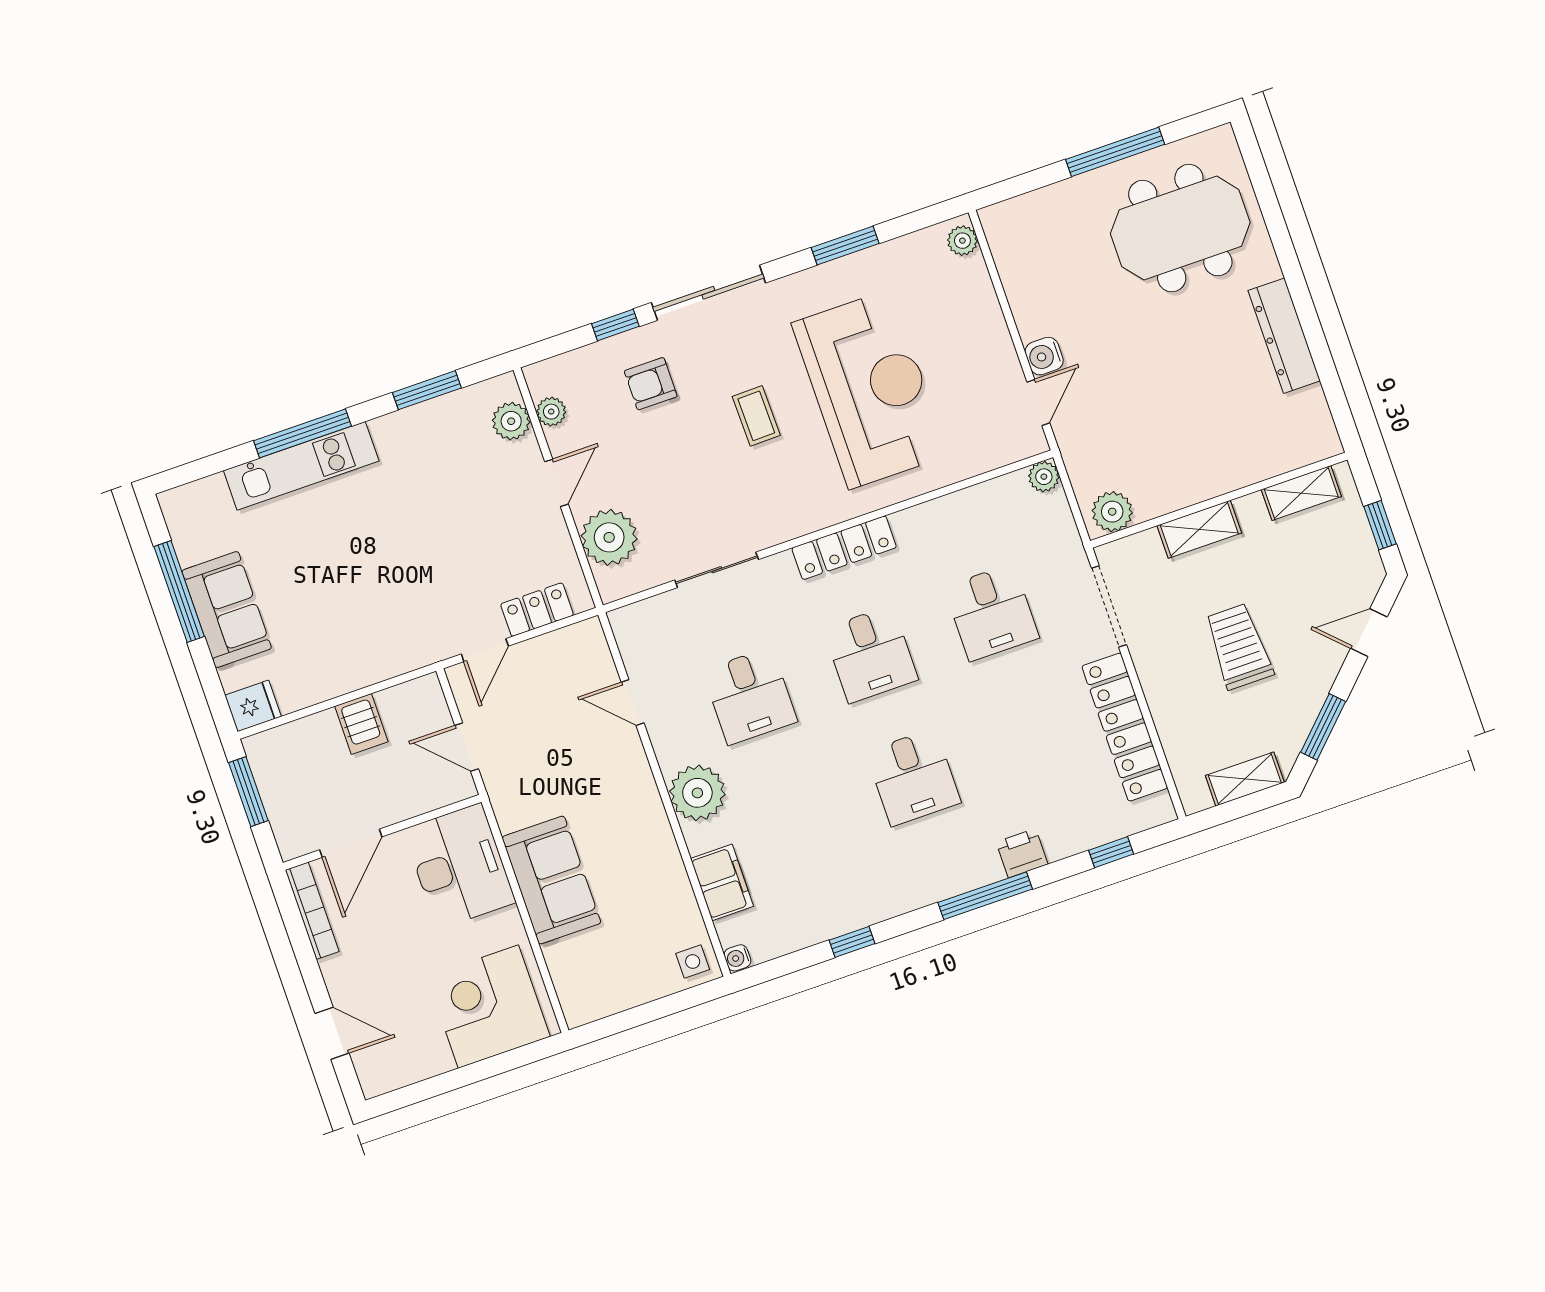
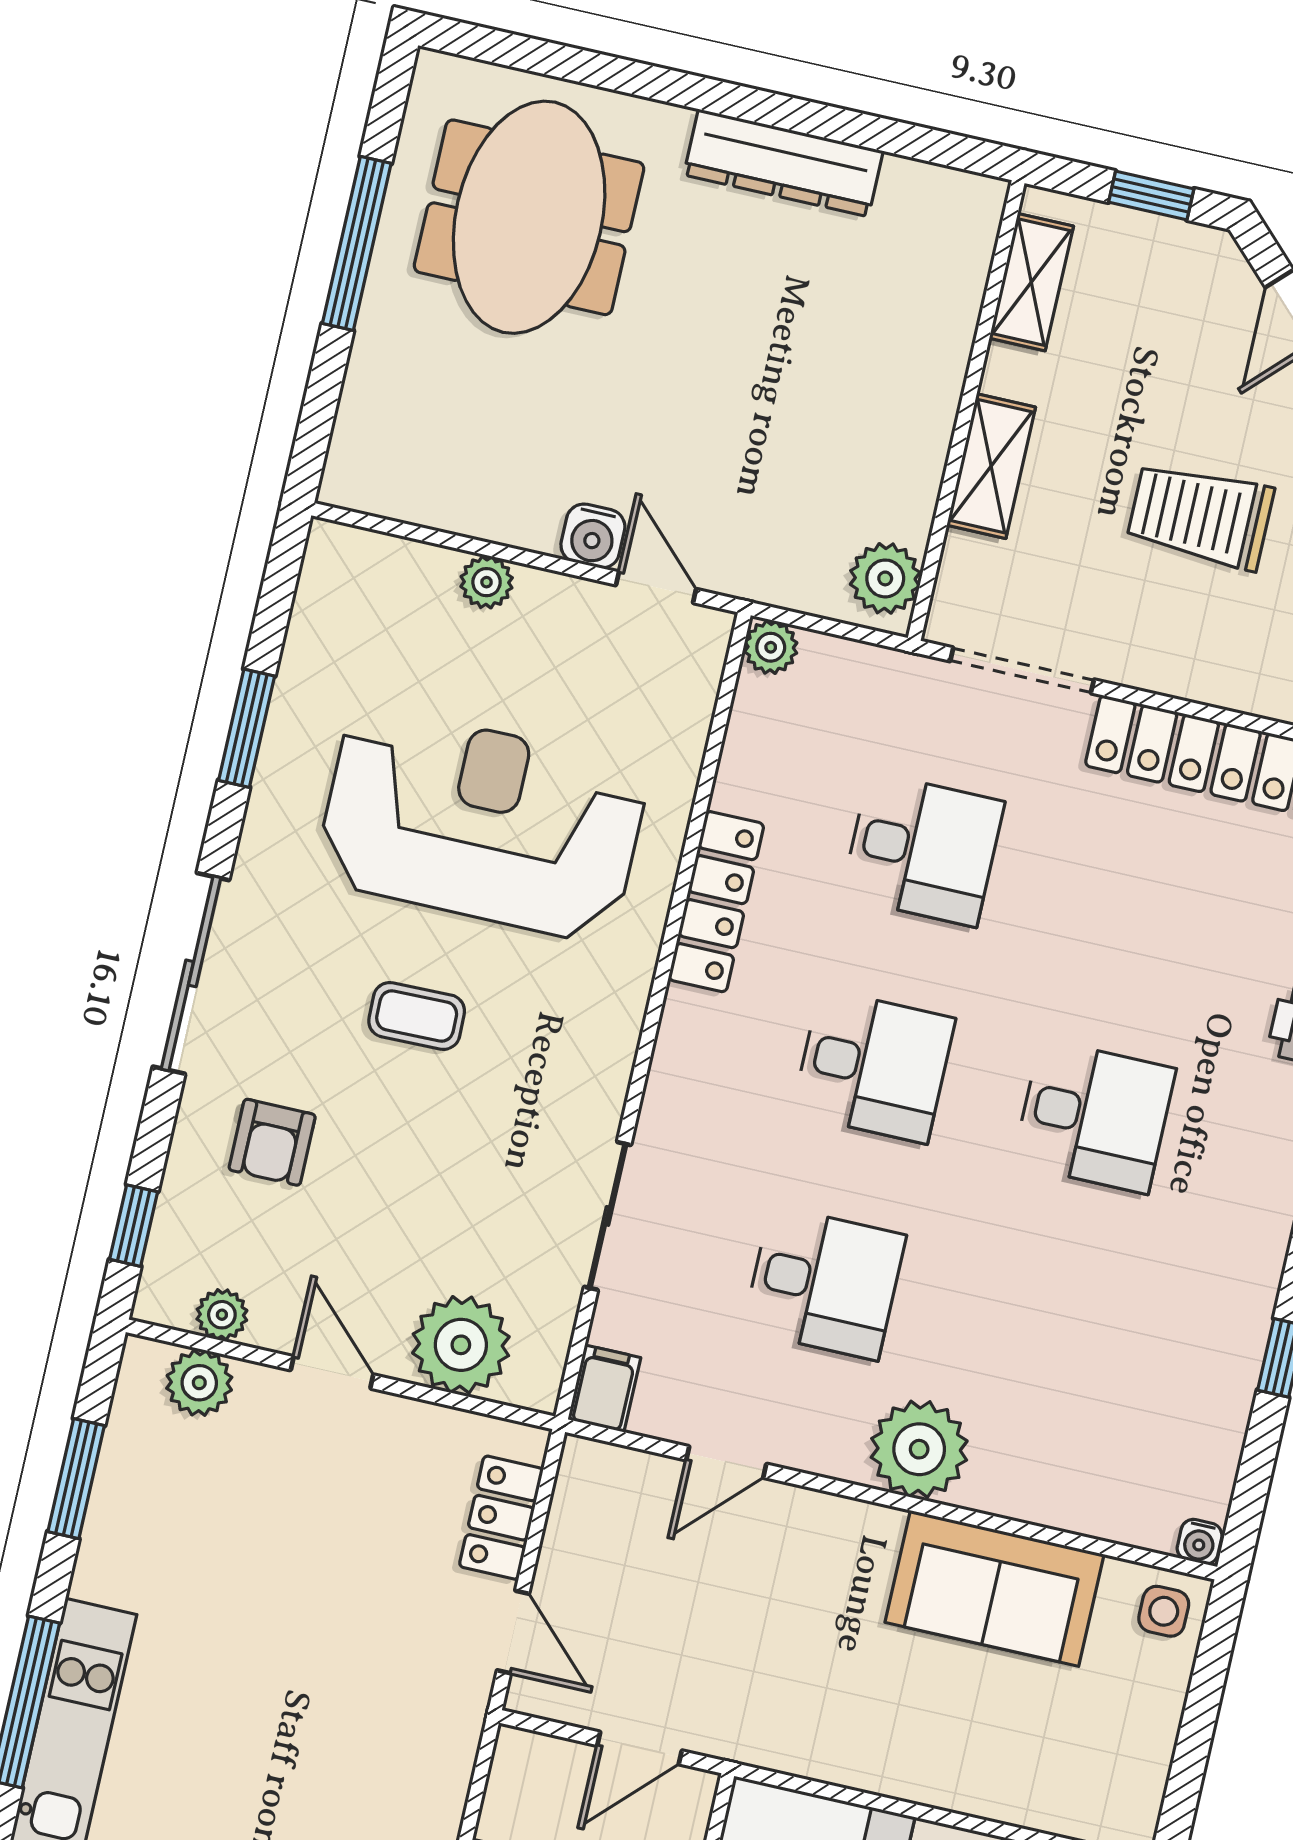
plant: (962, 241) -> (487, 582), moved
window: (615, 325) -> (134, 1226), moved
locker: (844, 548) -> (716, 902), moved
sofa: (551, 880) -> (994, 1588), moved, turned 180
filing cabinet: (722, 882) -> (604, 1388), moved, width x0.50

